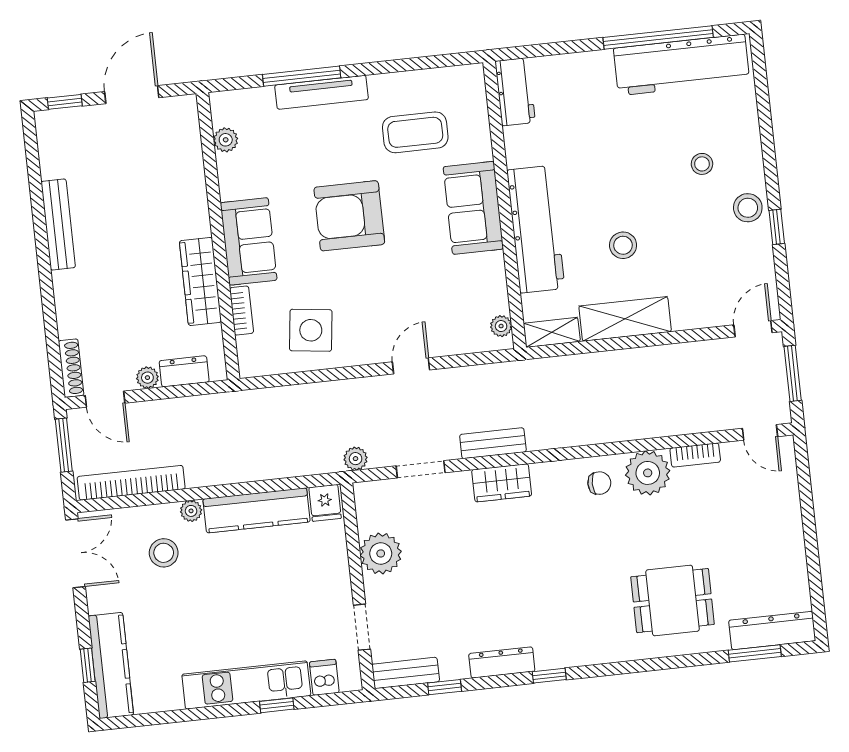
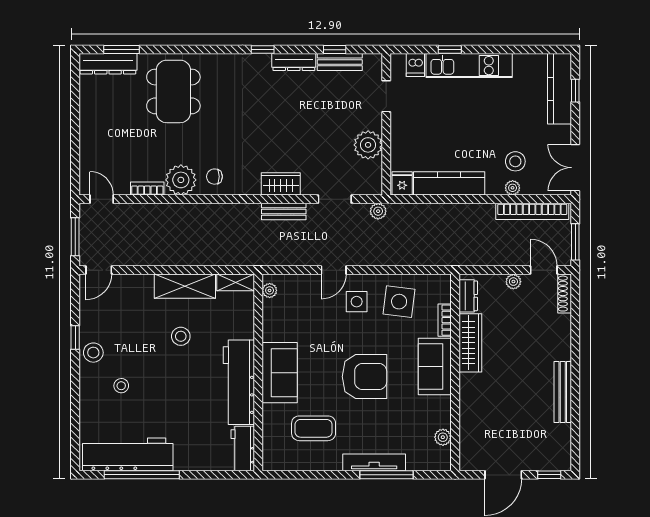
workbench: (536, 229) -> (239, 382), moved
side table: (373, 324) -> (357, 302), added
dresser: (184, 371) -> (468, 296), moved, turned -90
plant: (191, 511) -> (513, 188), moved
dining table: (673, 601) -> (173, 91), width x1.38
bench: (406, 673) -> (340, 62), moved

